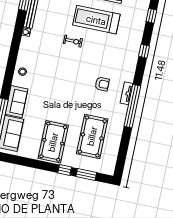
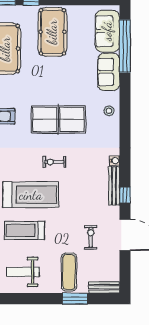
table tennis table: (63, 73) -> (58, 119), added

